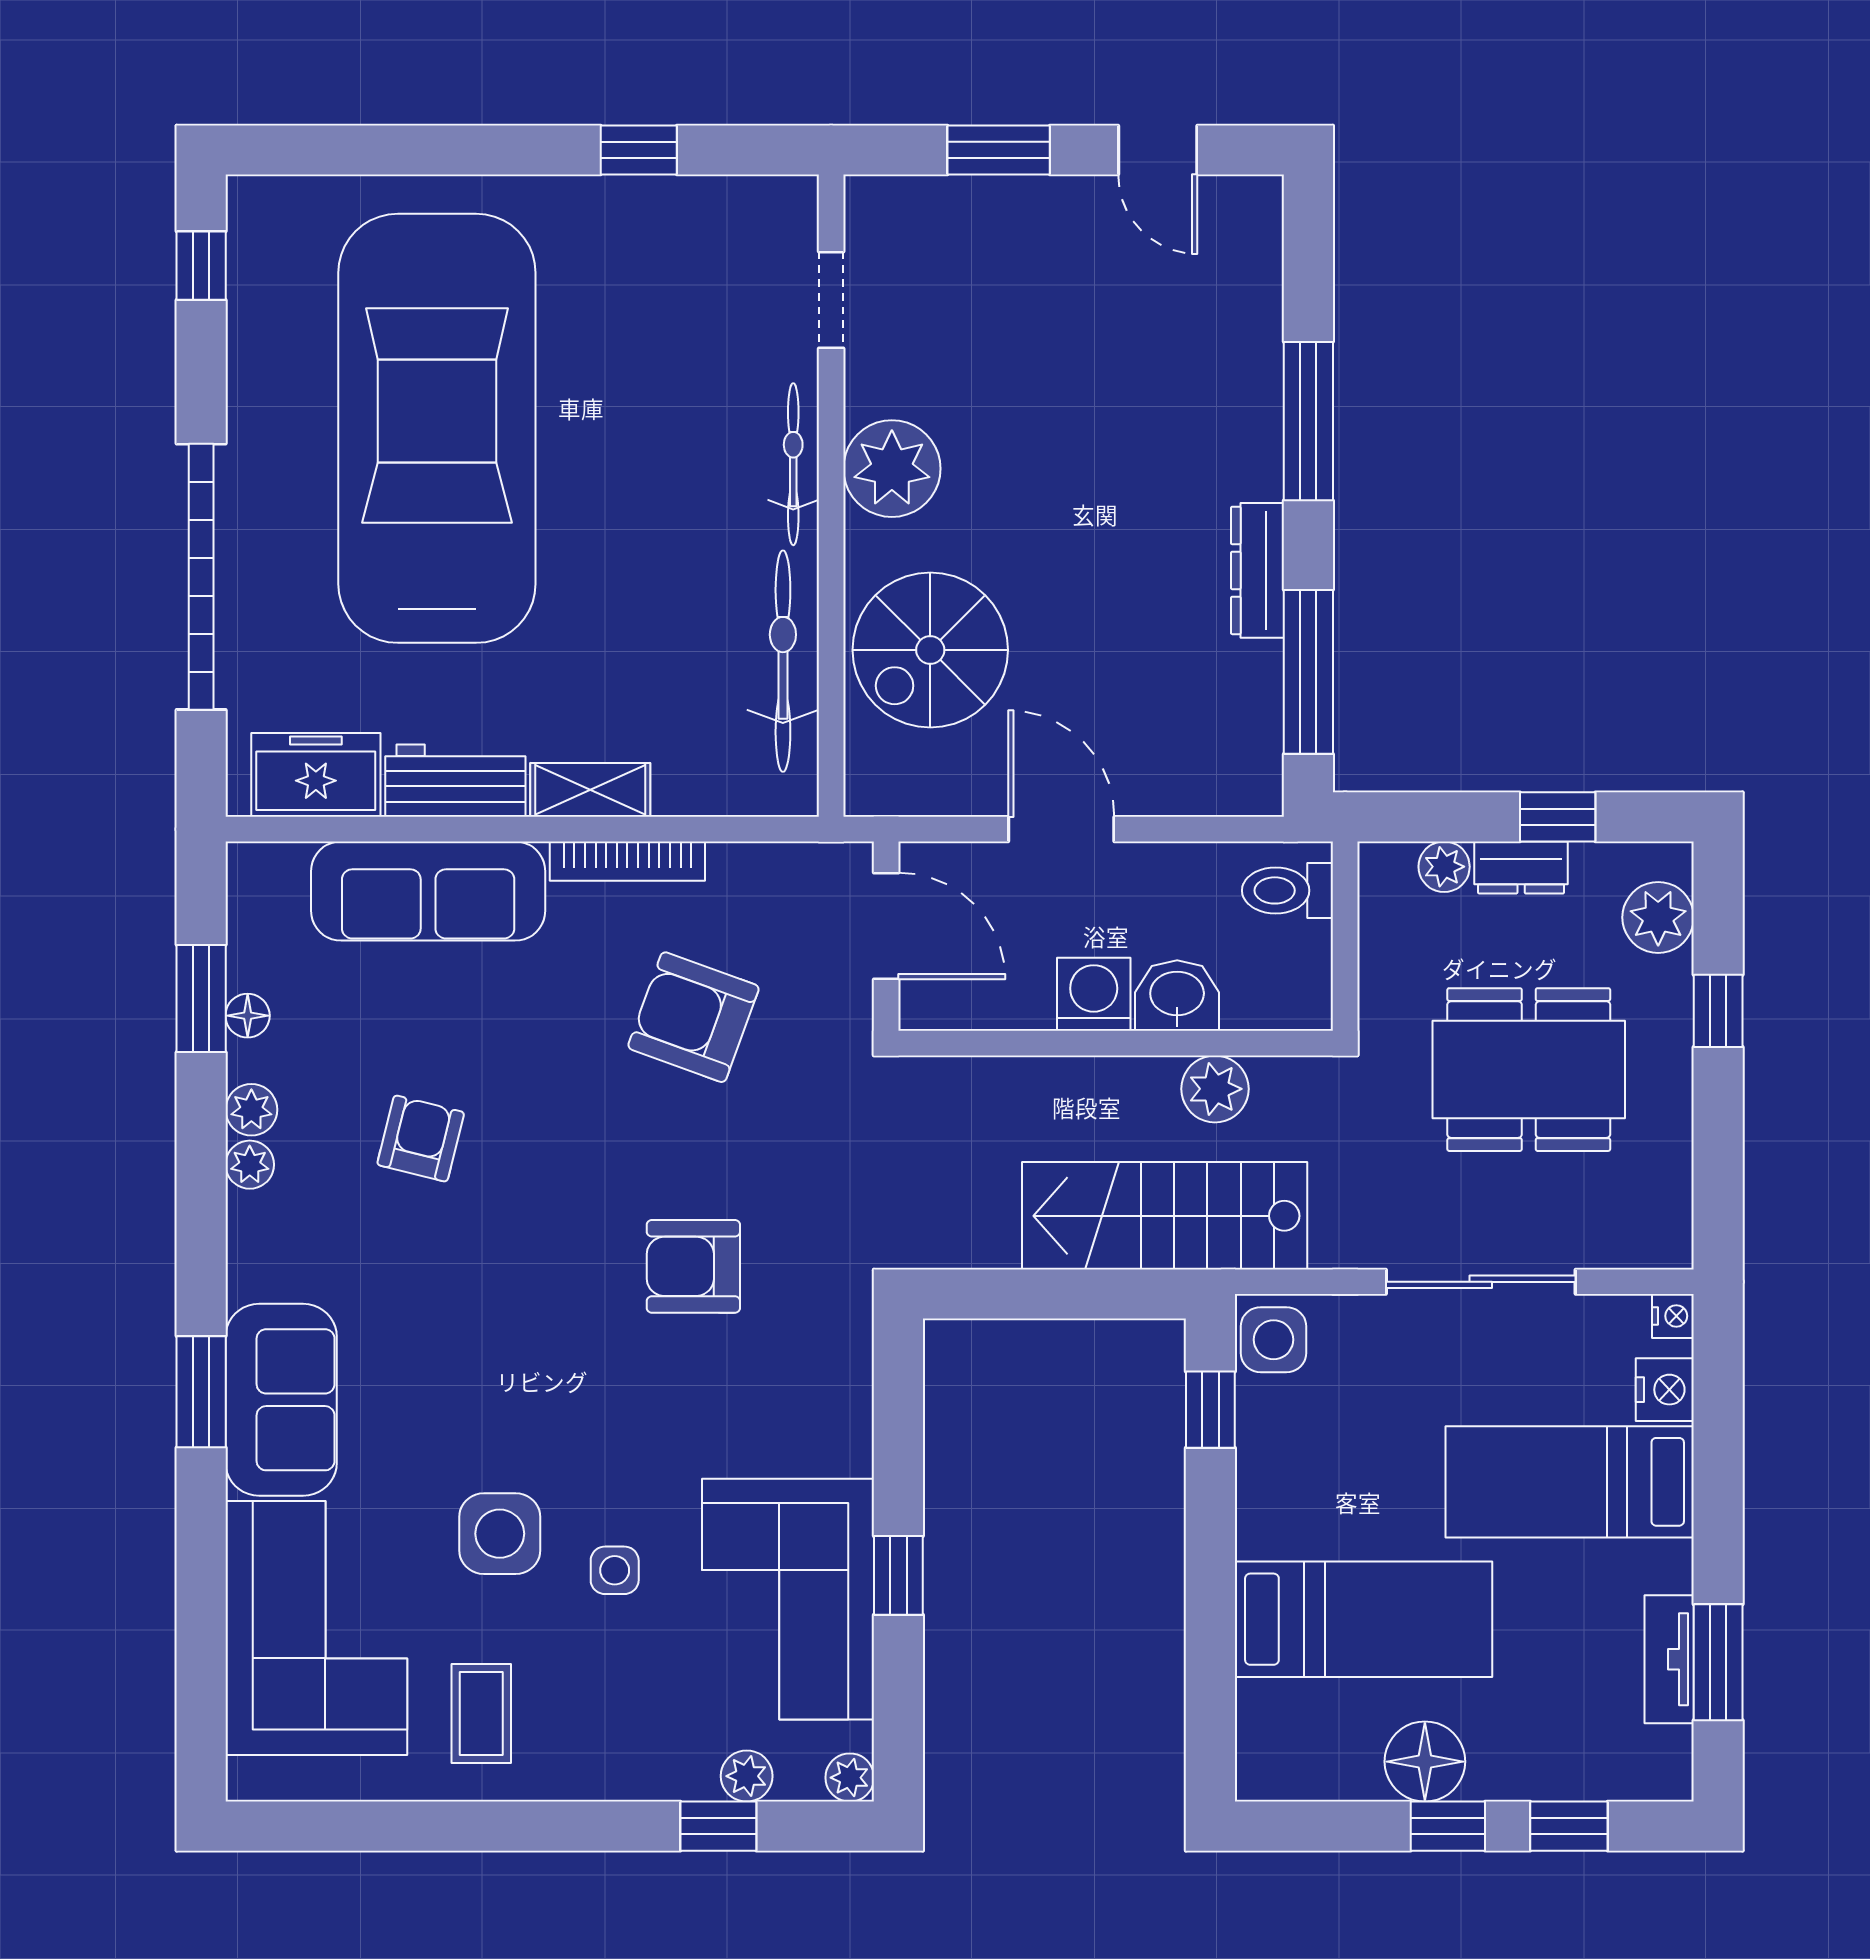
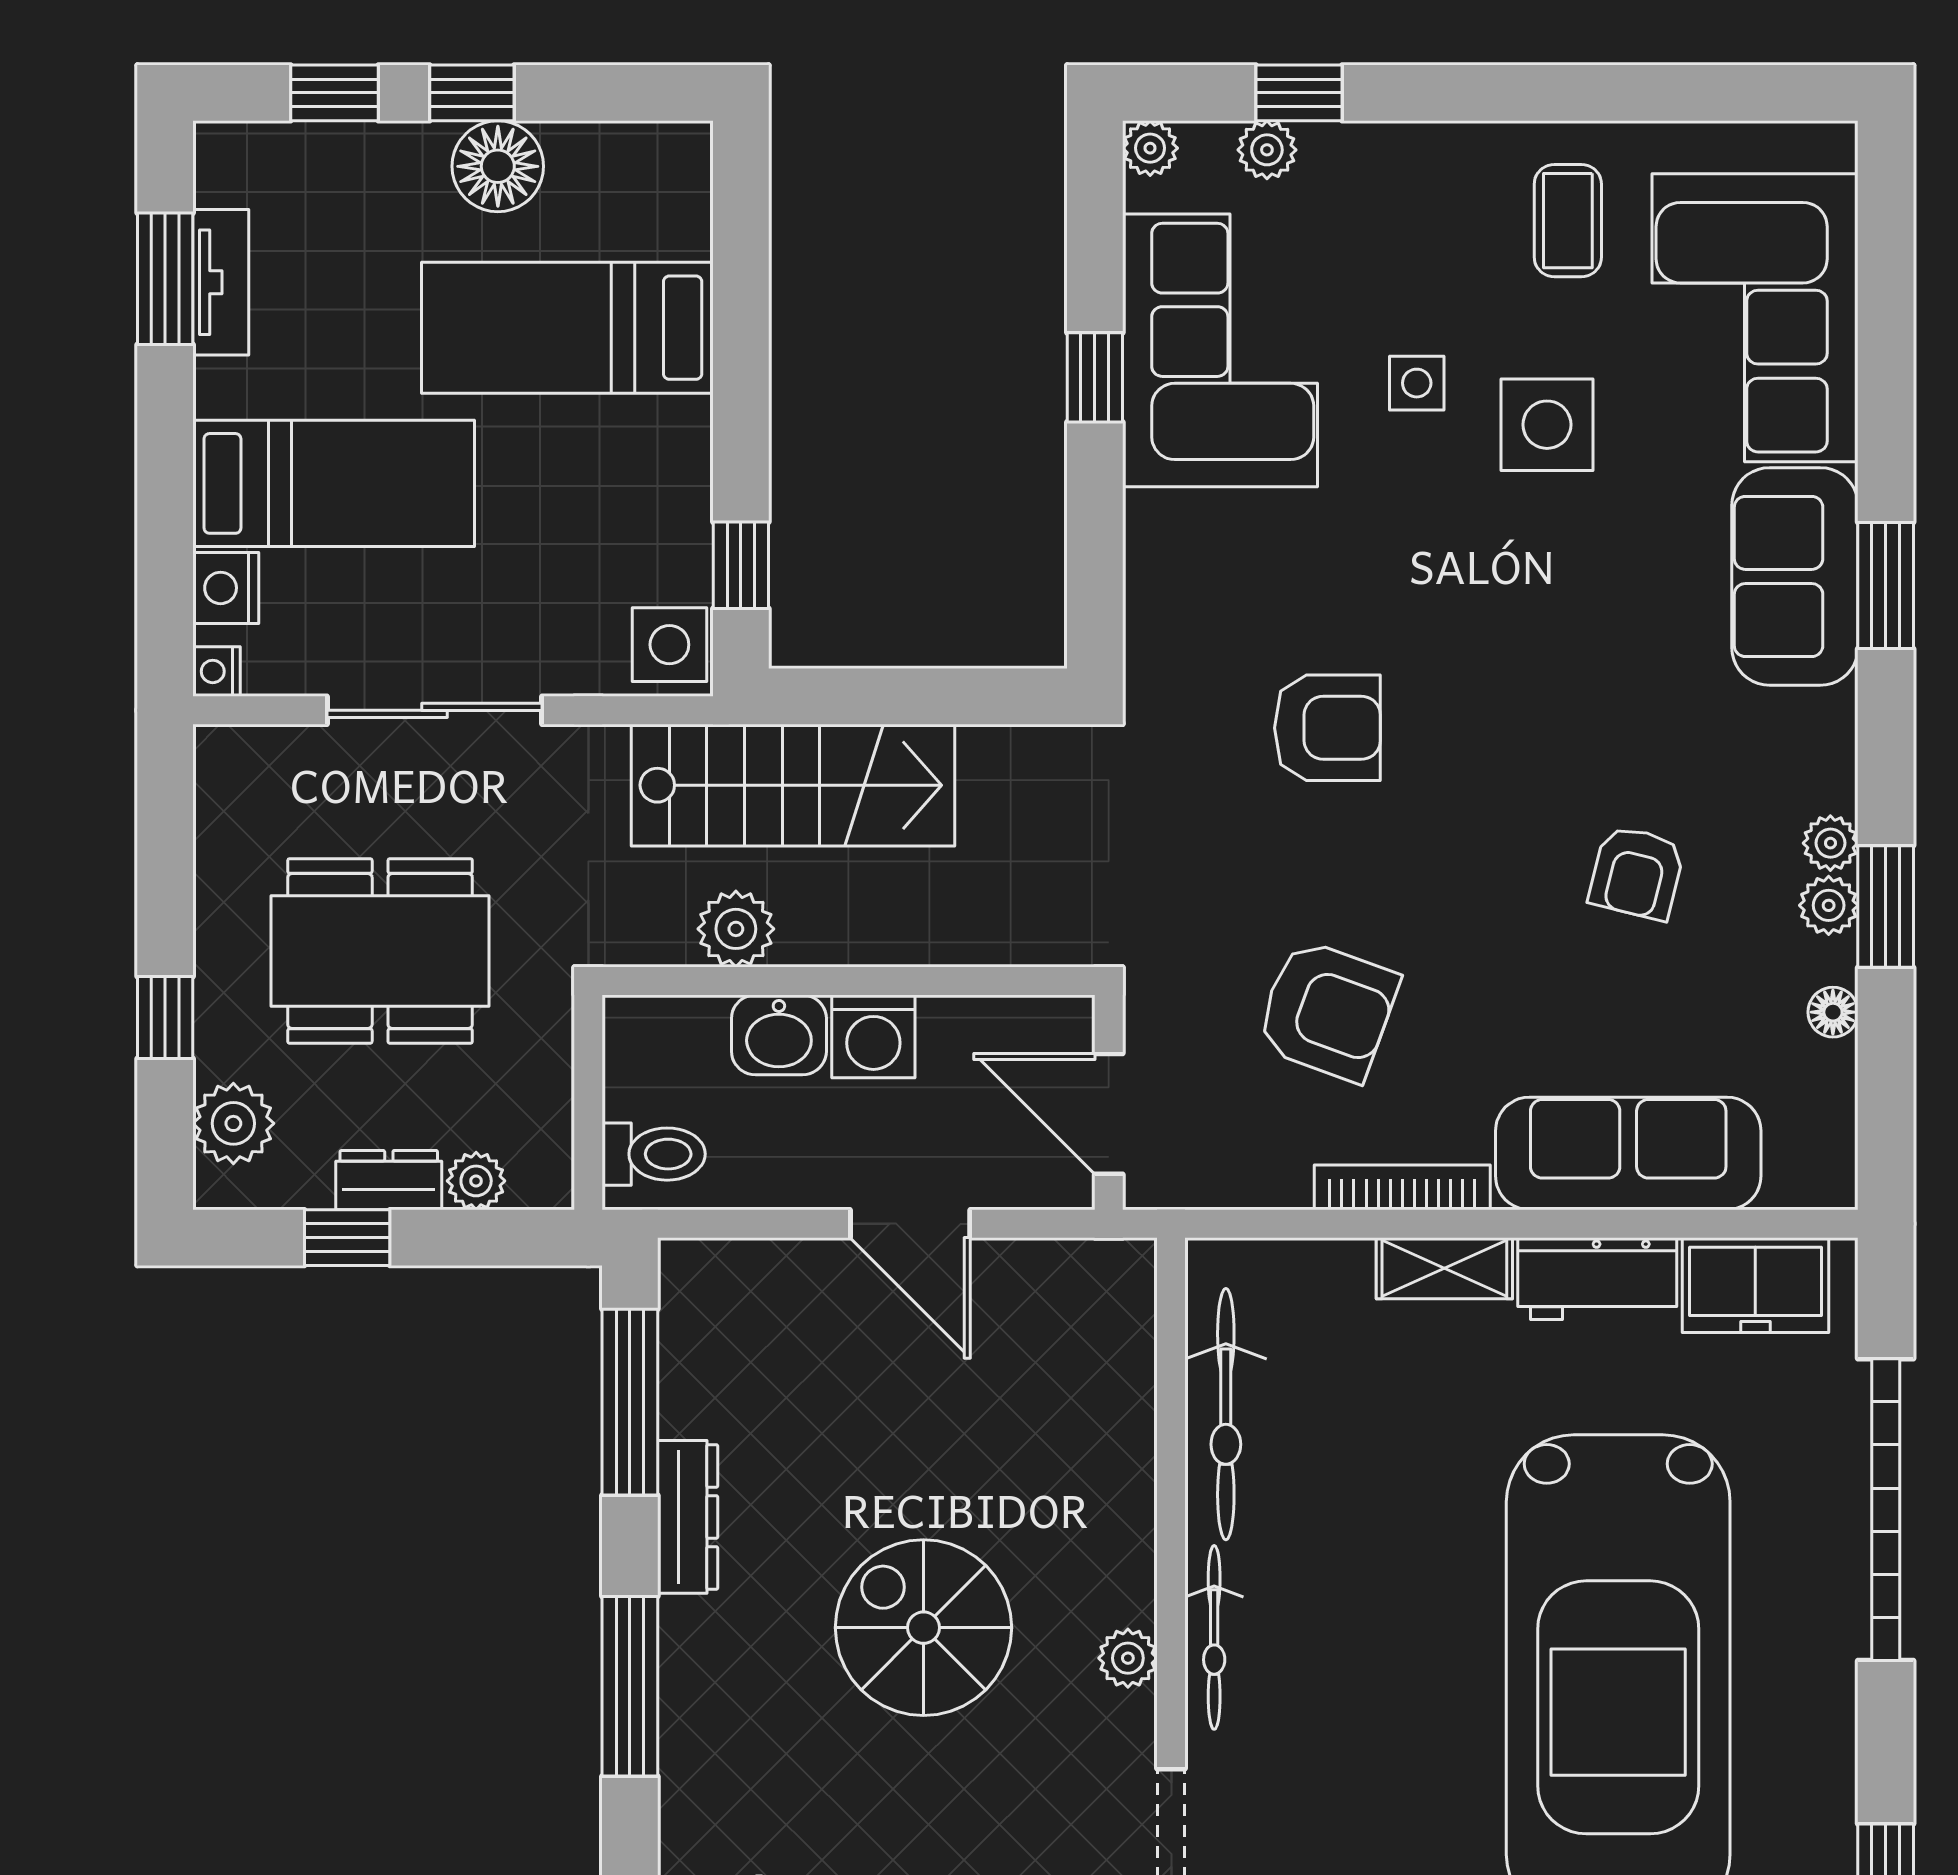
plant: (892, 469) -> (1128, 1658), width x0.53, depth x0.53
spiral stairs: (930, 650) -> (923, 1628), moved, turned -90
window: (201, 998) -> (1886, 907), moved

